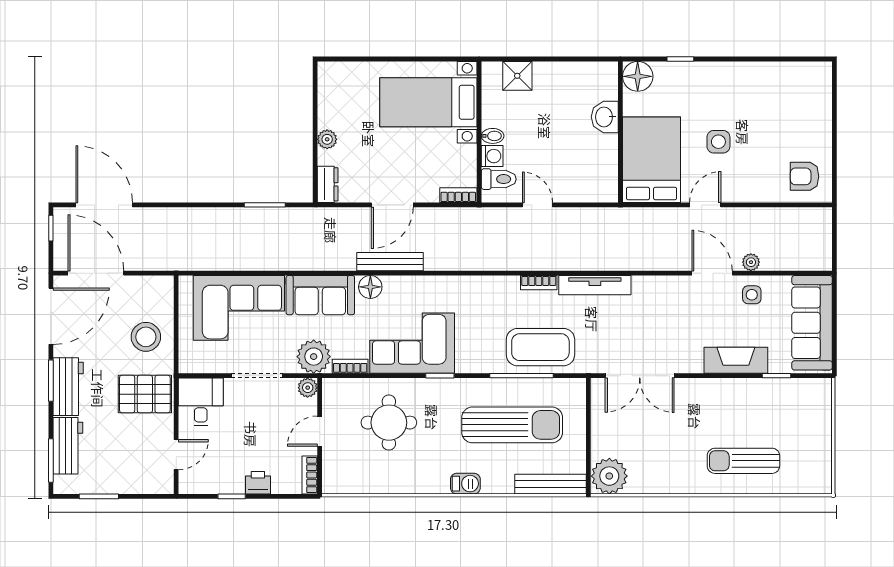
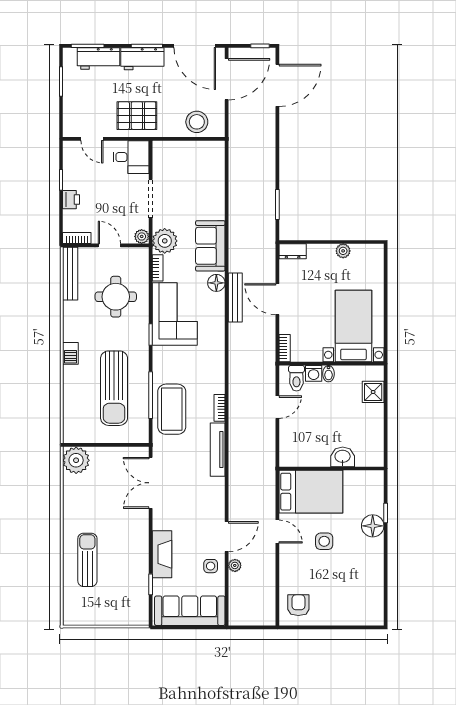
floor lamp: (638, 76) -> (373, 526), moved
plant: (327, 139) -> (343, 251), moved
corner sofa: (239, 308) -> (201, 185), removed
stool: (146, 337) -> (197, 122), moved
pallet: (145, 394) -> (137, 116), turned 90
bench: (550, 484) -> (70, 274), moved

